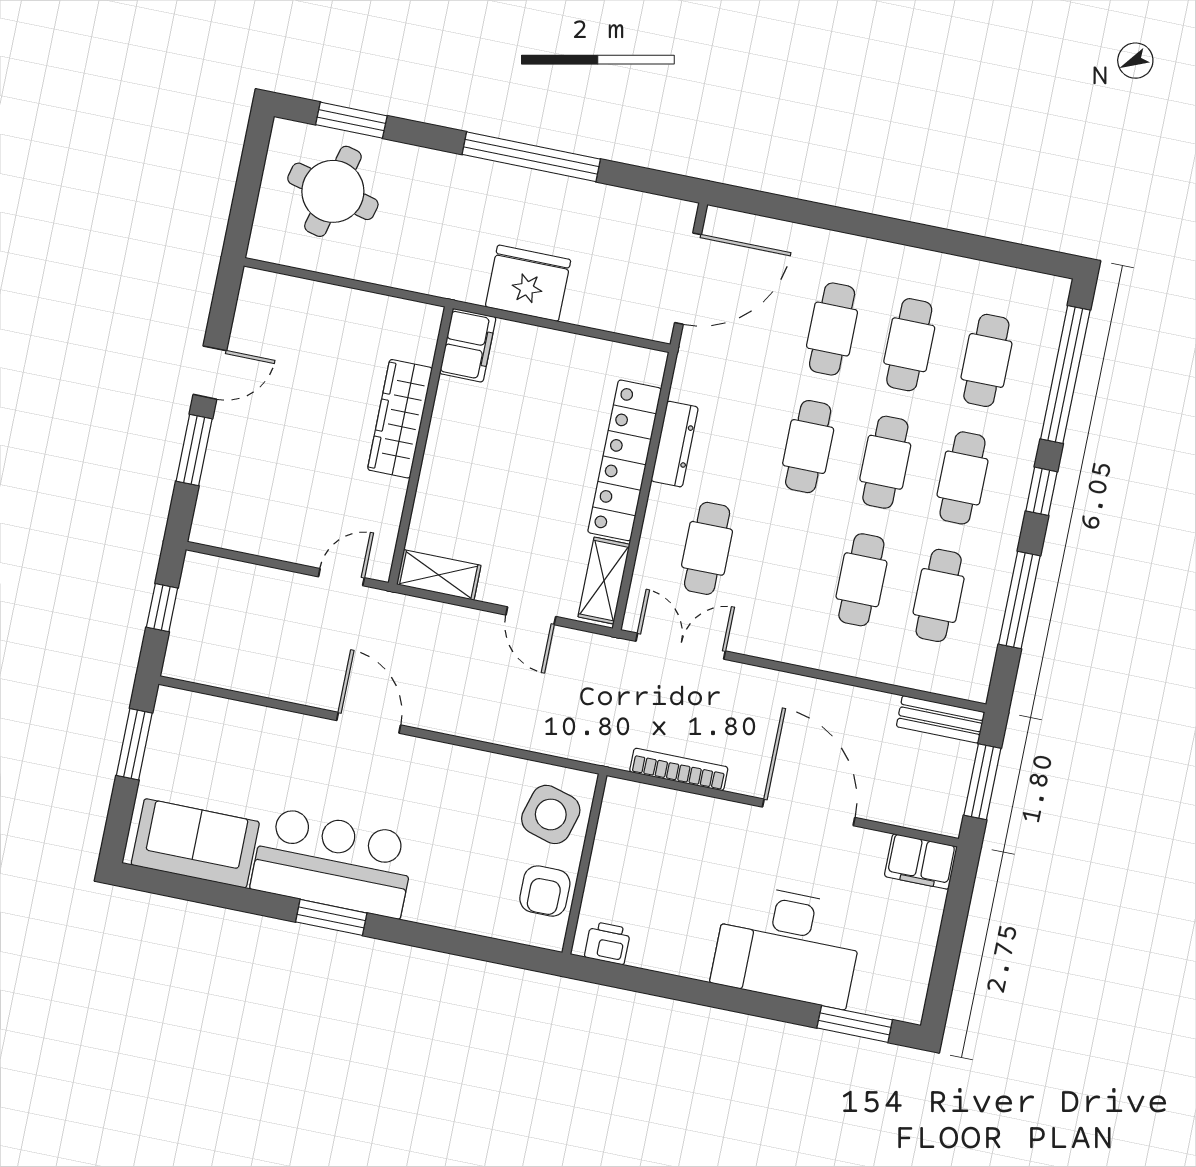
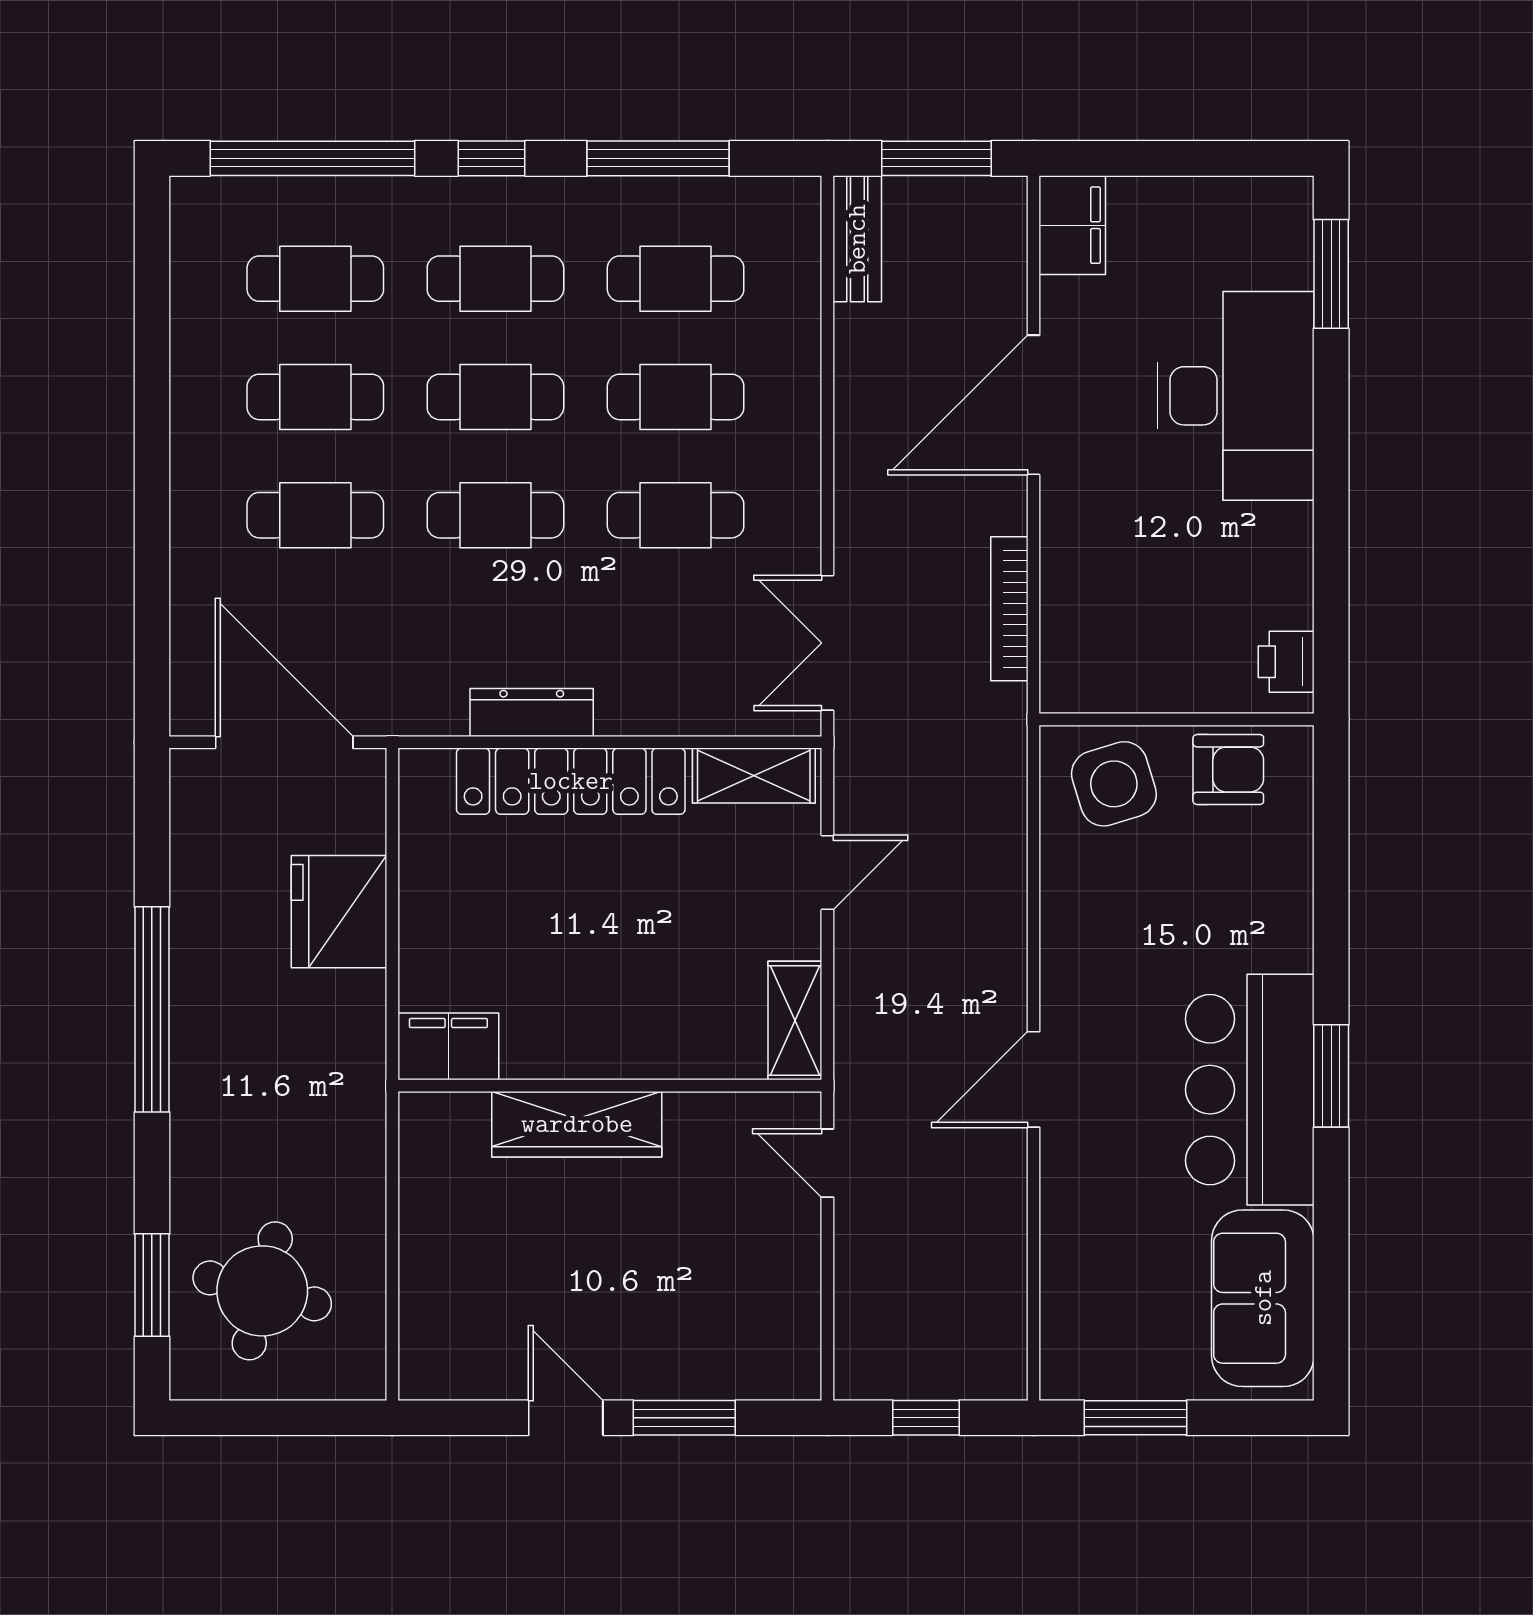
fridge: (528, 283) -> (339, 912), moved
cafe table: (707, 548) -> (676, 515), moved
side table: (551, 814) -> (1114, 784), turned -33

